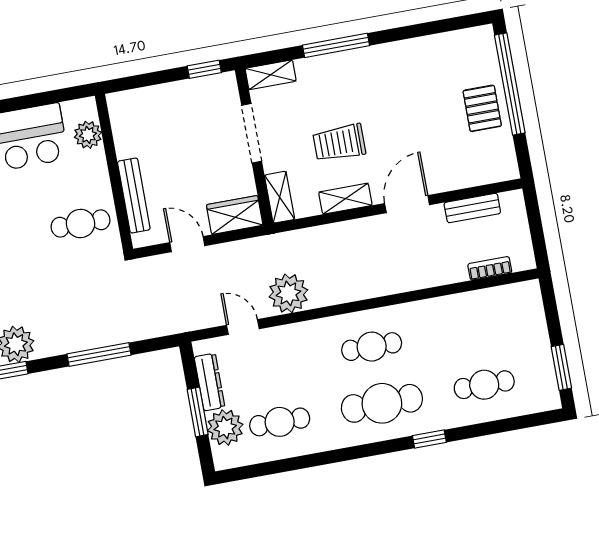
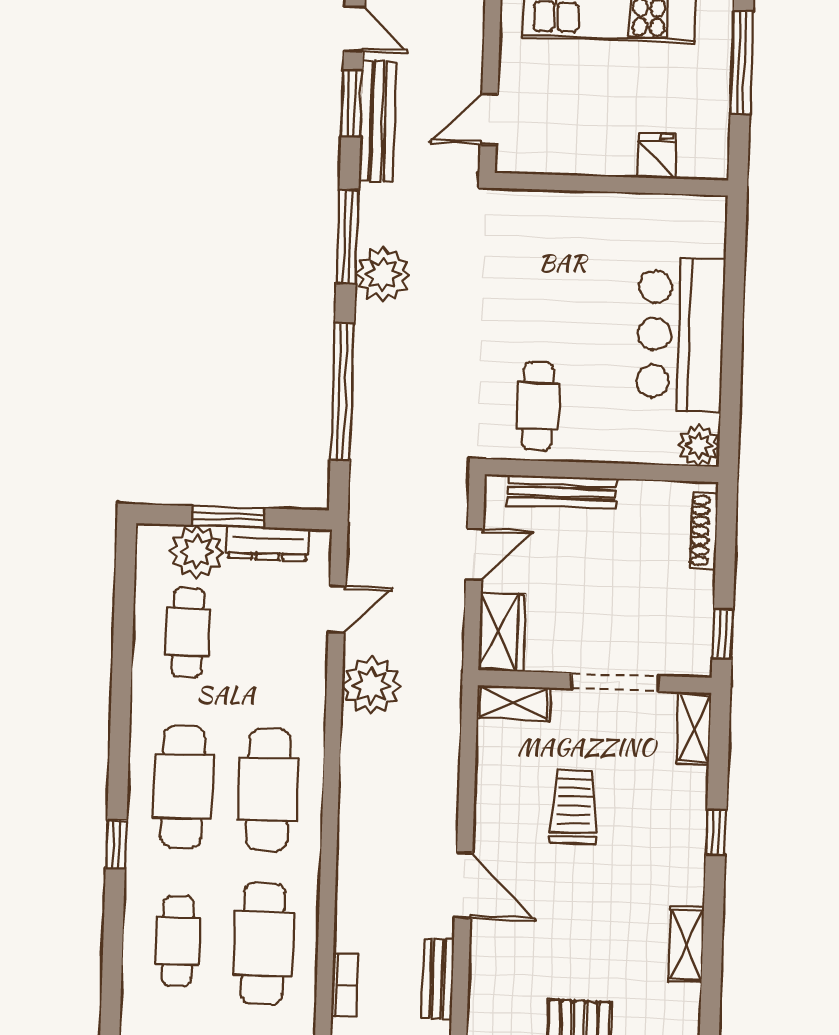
window: (336, 45) -> (716, 832), width x0.46
shoe rack: (139, 97) -> (704, 531), added
plant: (88, 135) -> (699, 446), moved
shelving: (345, 199) -> (686, 944), moved
cafe table: (474, 328) -> (263, 944), added
cafe table: (372, 347) -> (268, 789), width x1.37, depth x1.35
window: (99, 354) -> (342, 392), width x1.46

